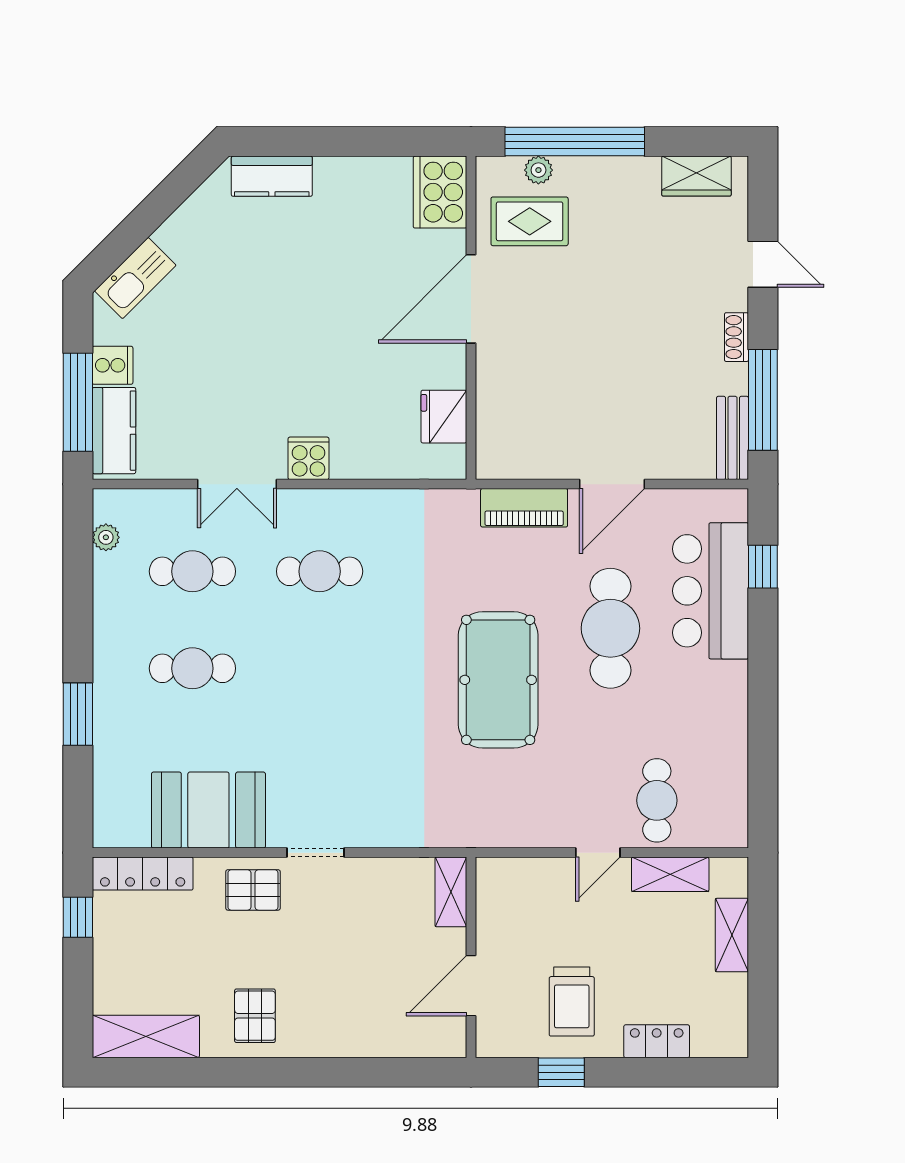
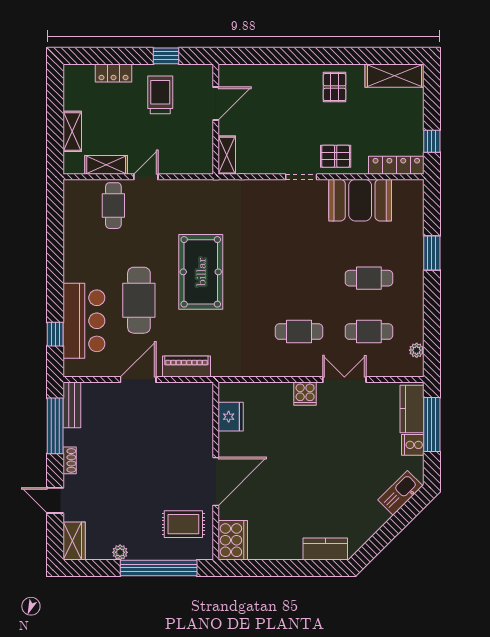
plant: (538, 170) -> (120, 552), moved
wardrobe: (696, 176) -> (74, 541), moved, turned 90

